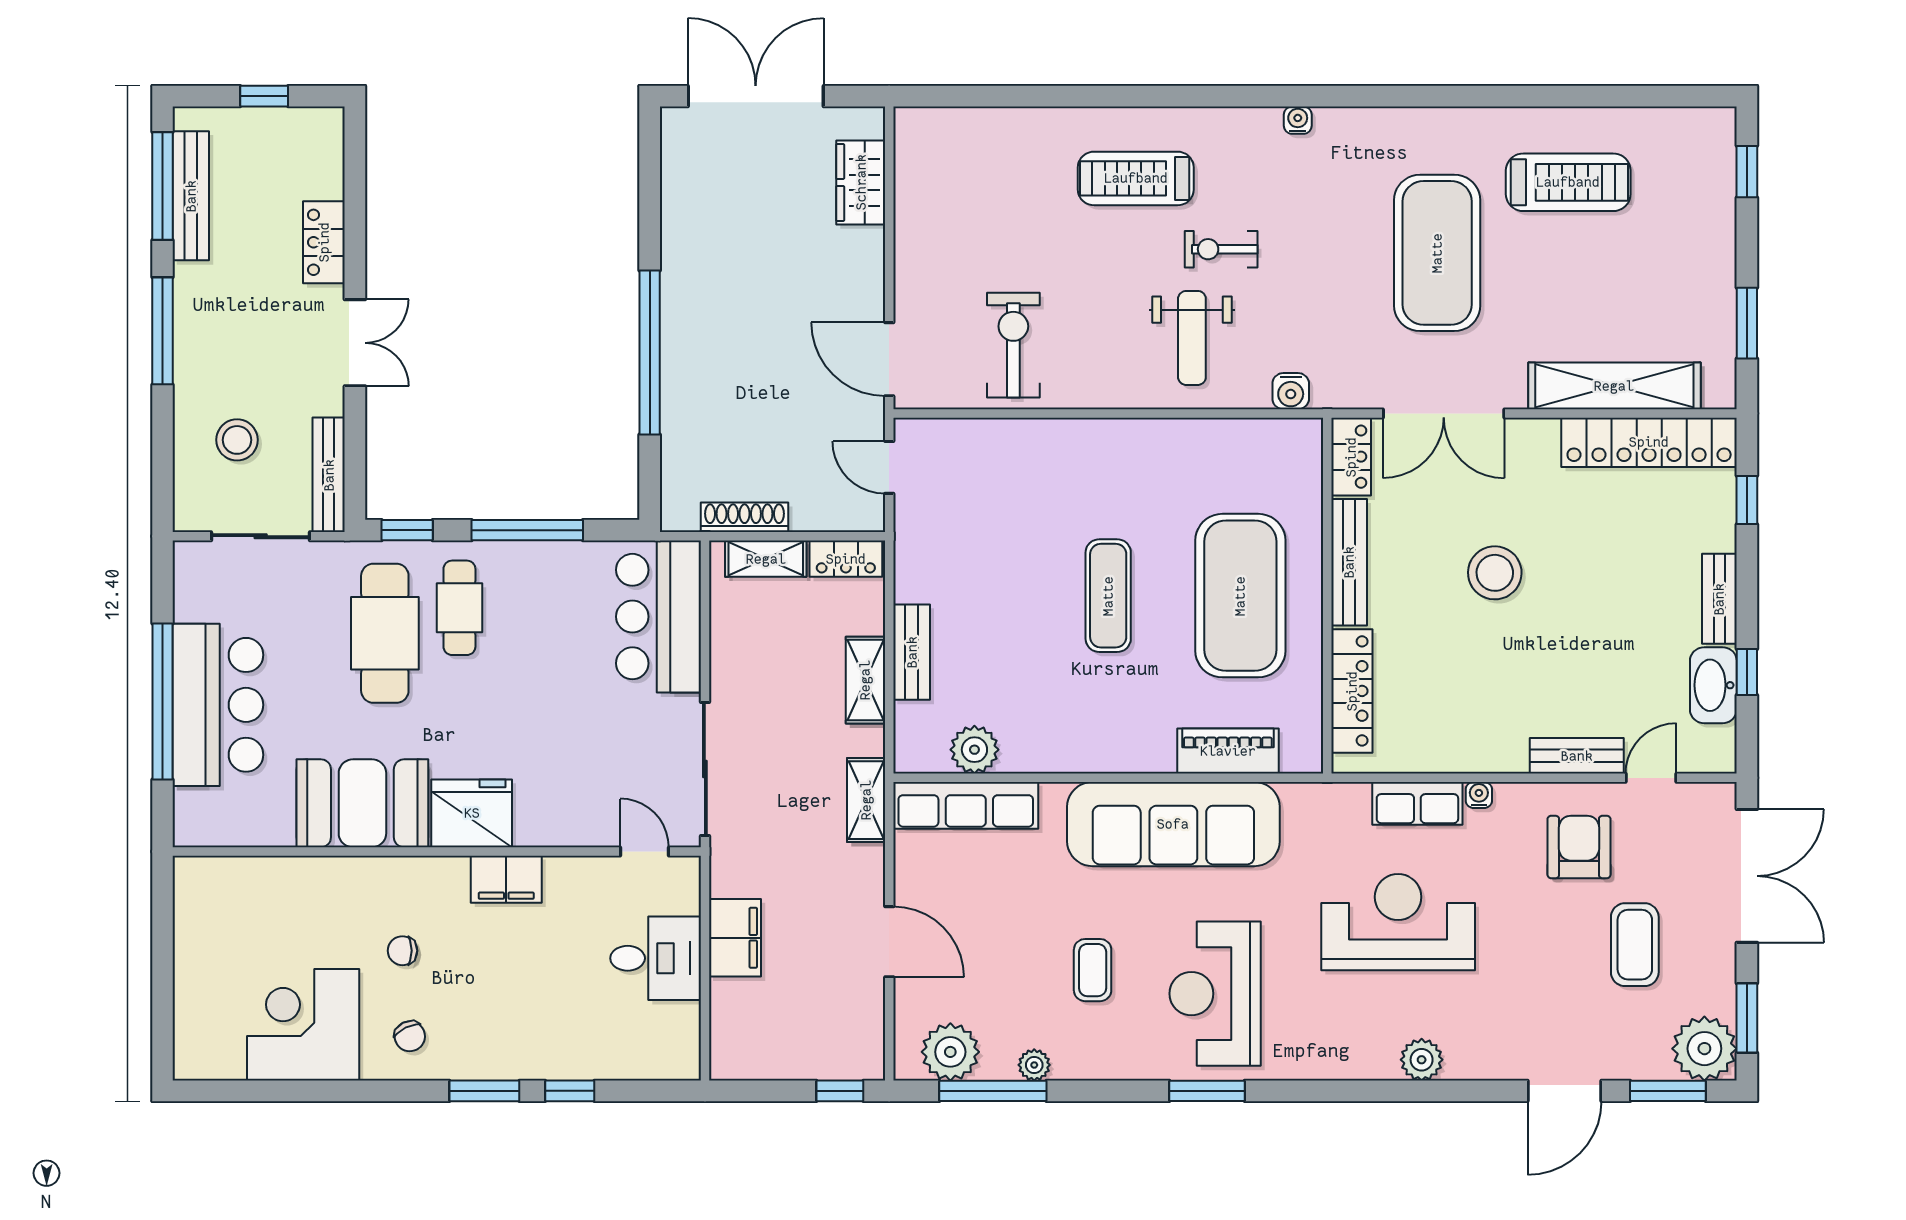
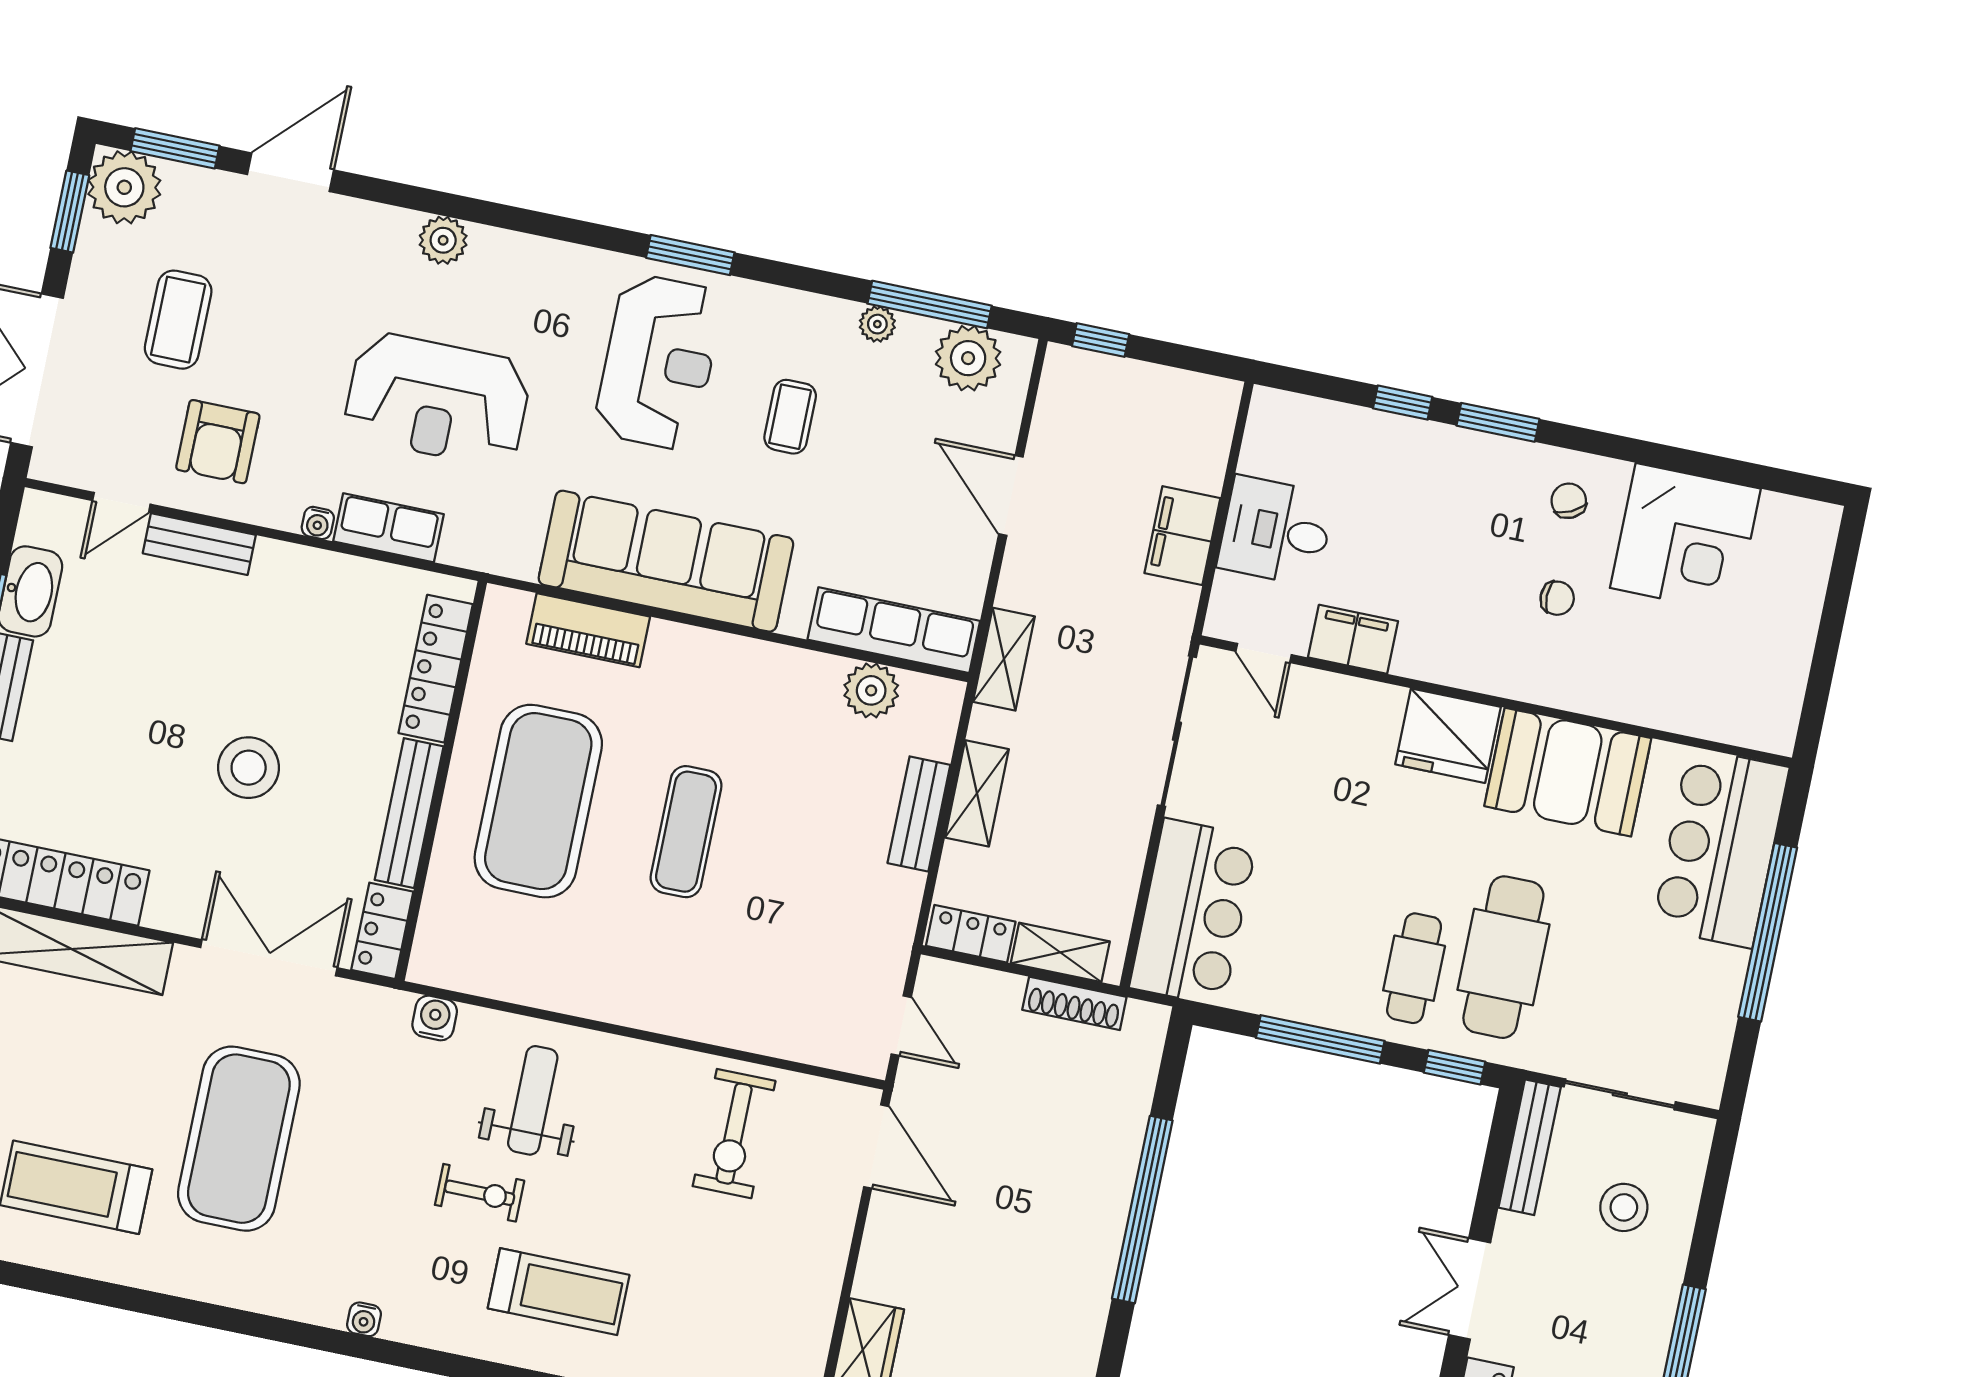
bar counter: (218, 705) -> (1721, 848), moved
filing cabinet: (506, 879) -> (1353, 639), moved

